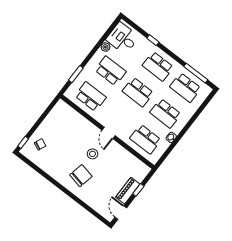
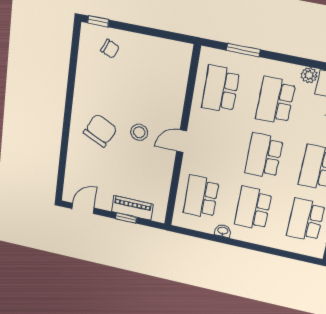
school desk: (110, 71) -> (275, 101), turned 180
school desk: (91, 97) -> (220, 89), turned 180
chair: (81, 176) -> (100, 131), turned -76
piano: (128, 191) -> (132, 208), moved

